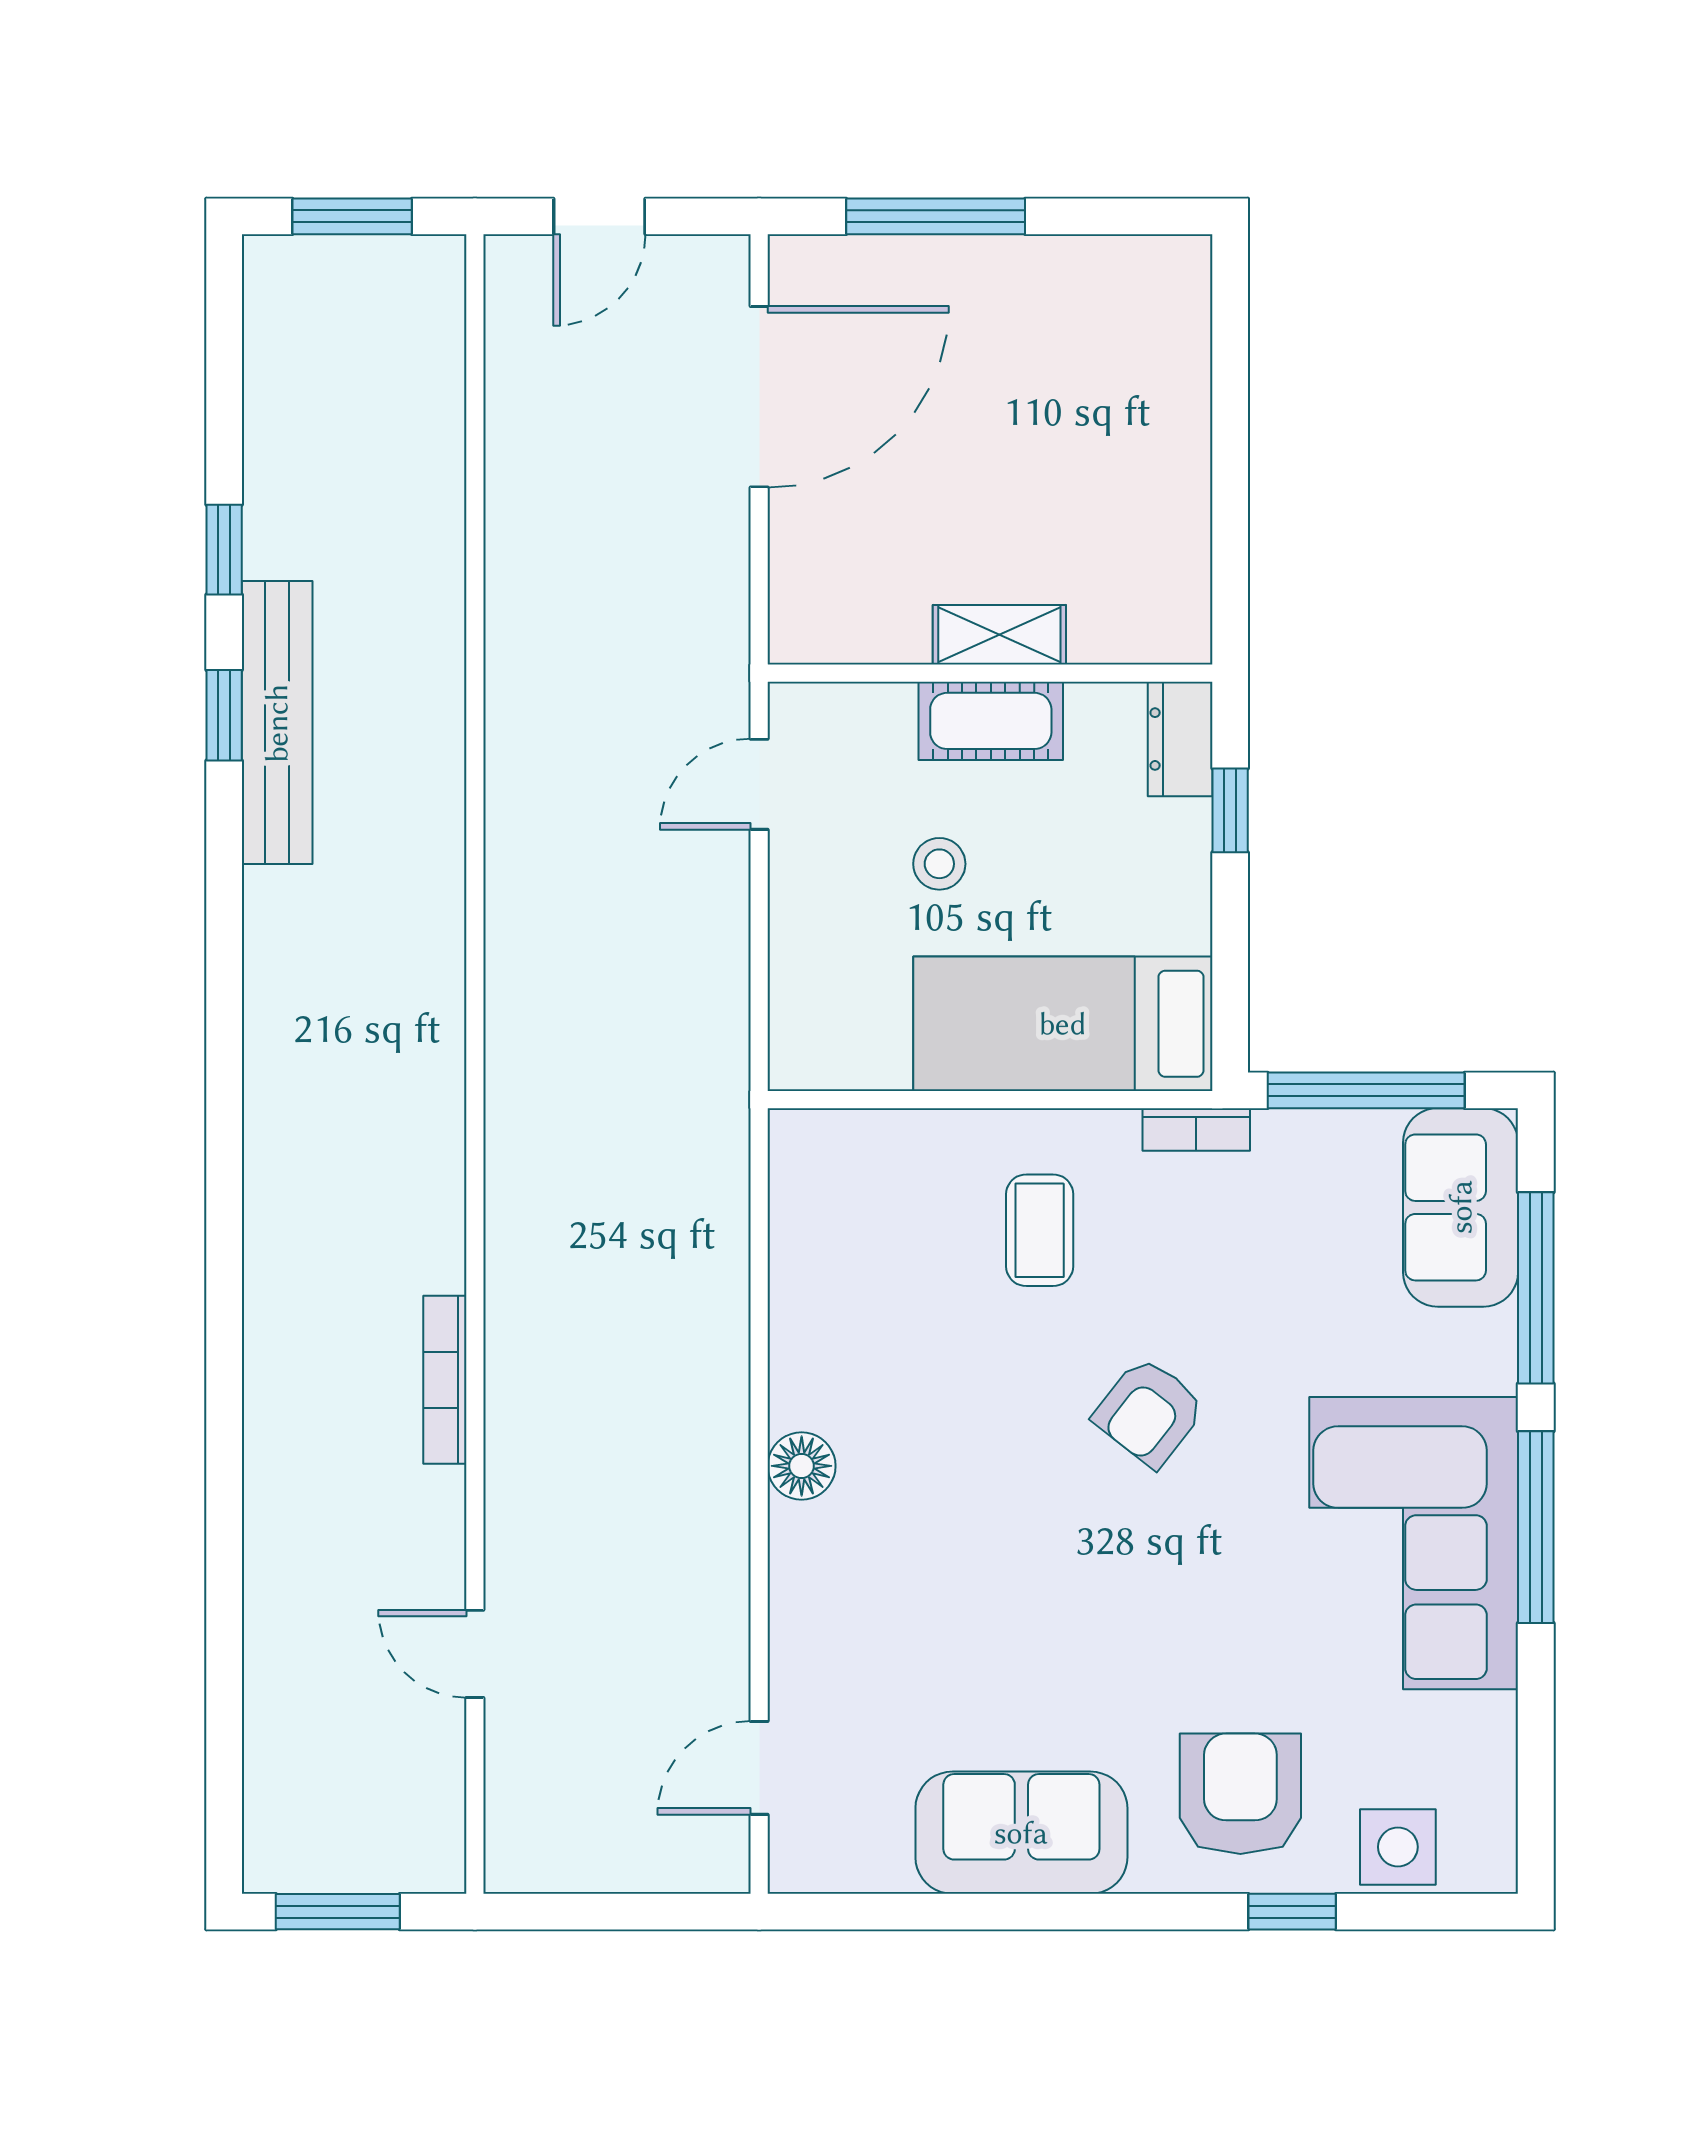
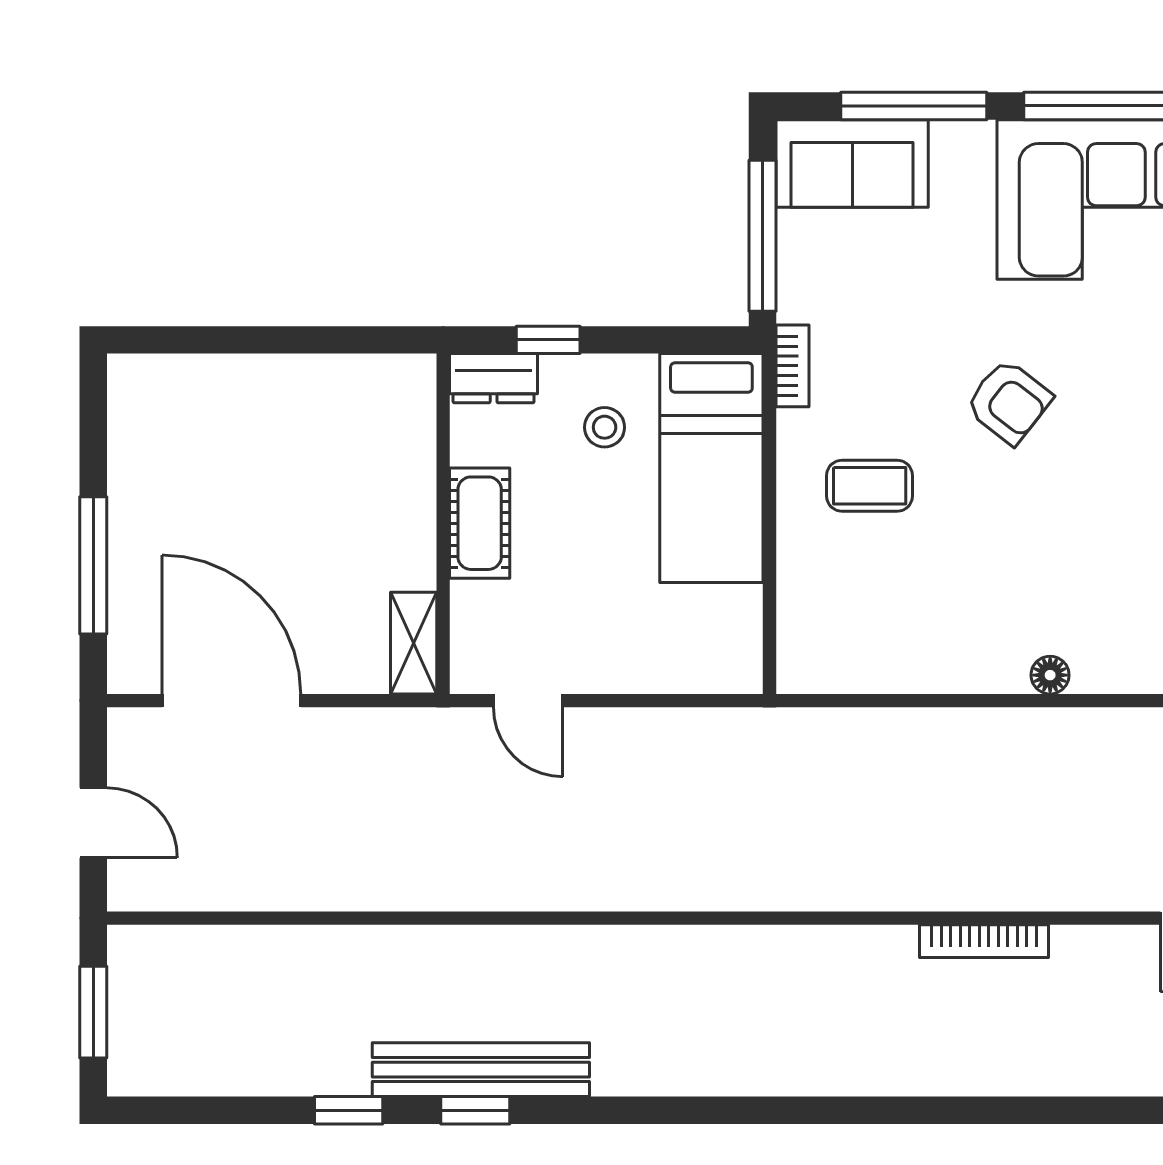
shelving: (999, 635) -> (414, 643), moved
stool: (939, 864) -> (605, 427), moved
floor lamp: (802, 1466) -> (1050, 675), width x0.73, depth x0.73

